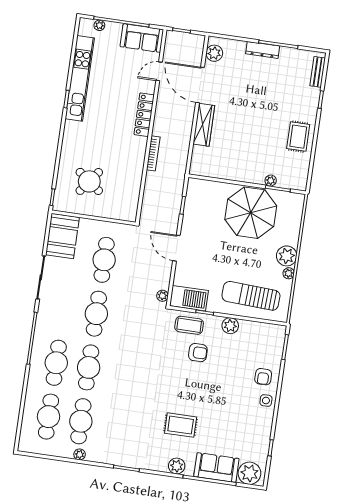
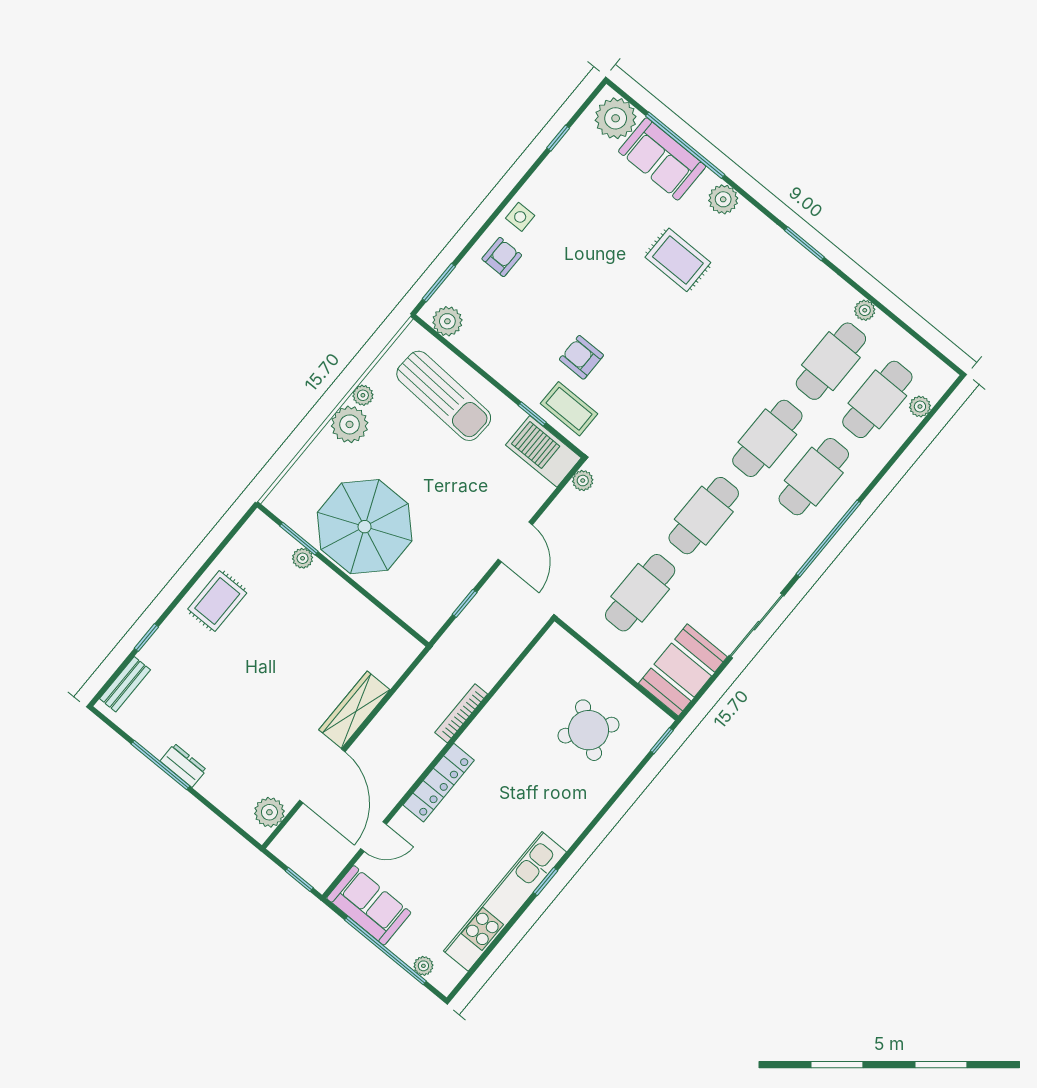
dresser: (263, 50) -> (183, 765), width x0.70
plant: (230, 326) -> (447, 321), moved
plant: (27, 425) -> (920, 406), added

